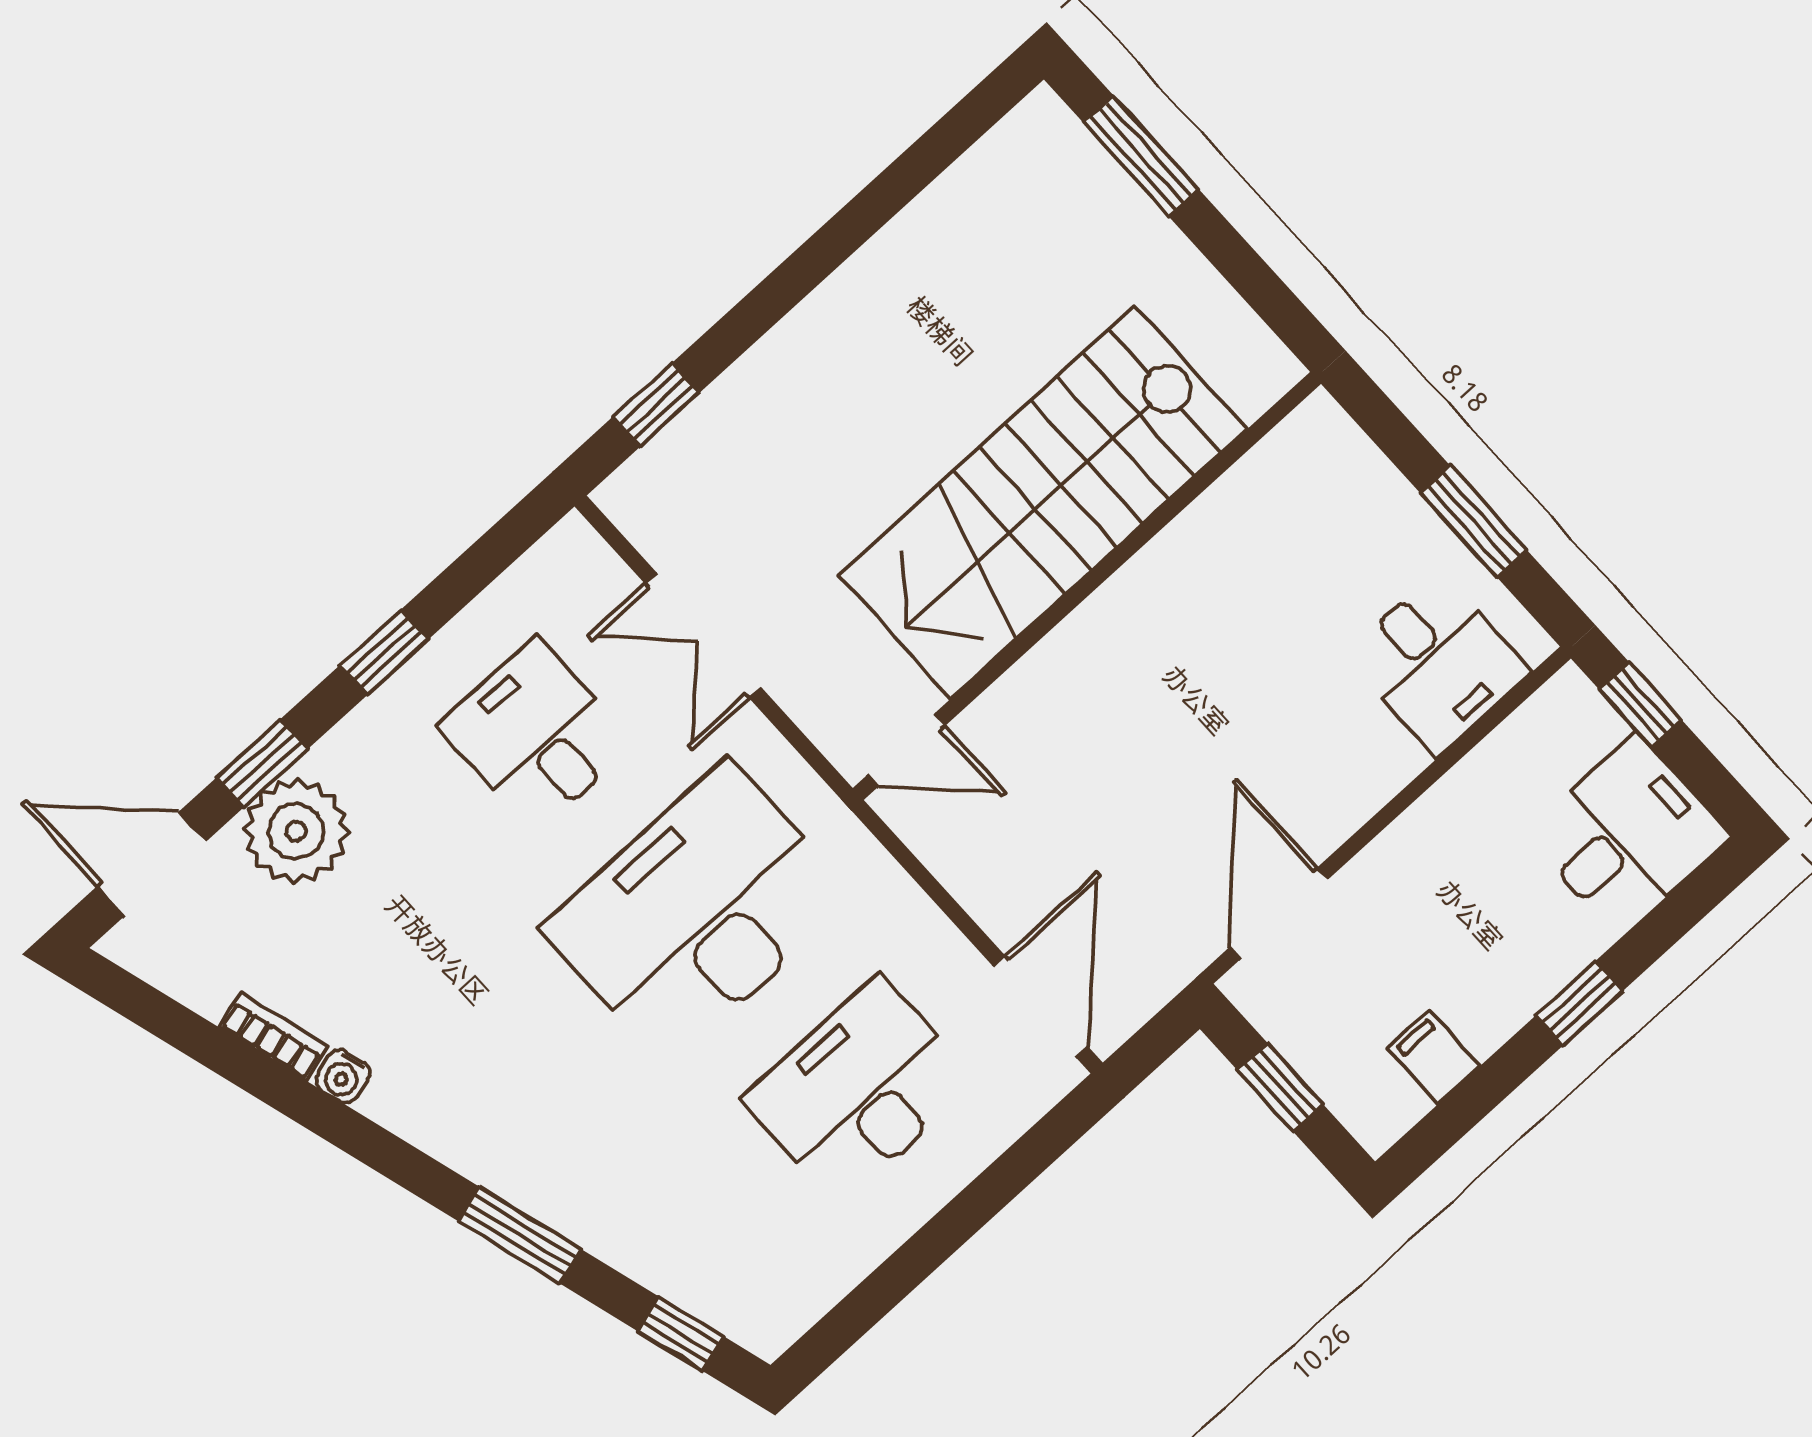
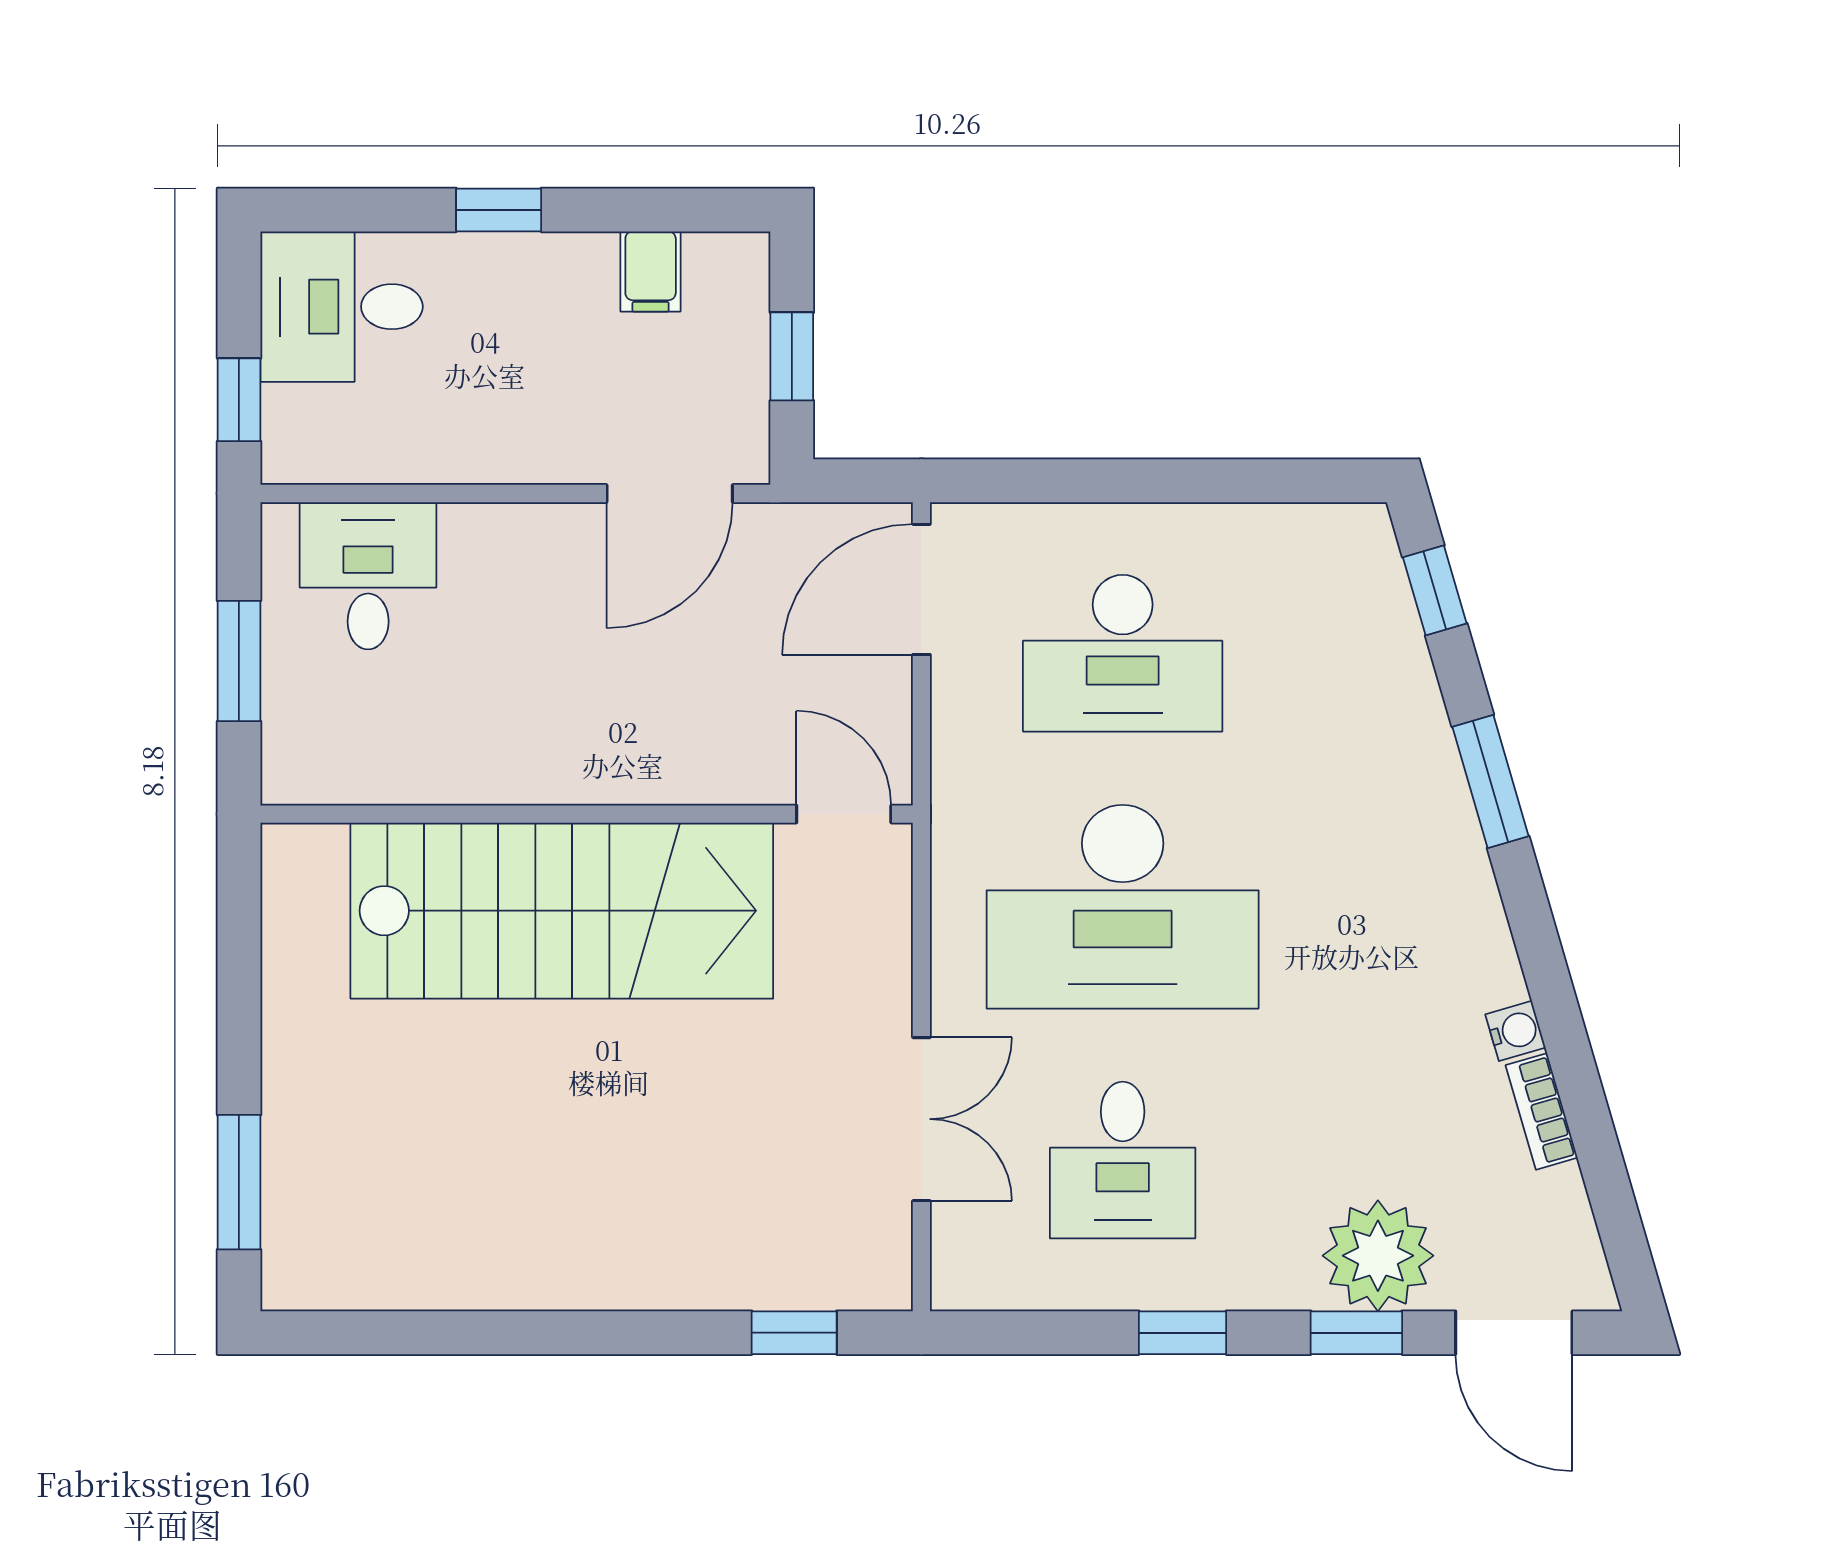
stairs: (1043, 502) -> (562, 911), moved
wall: (1087, 586) -> (587, 814), moved
door: (907, 750) -> (844, 814), moved

